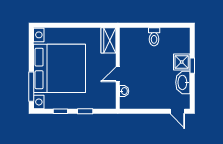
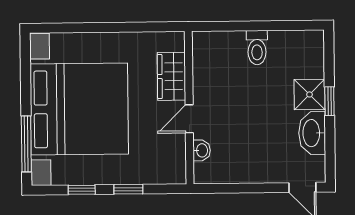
wardrobe: (109, 40) -> (171, 76), moved

